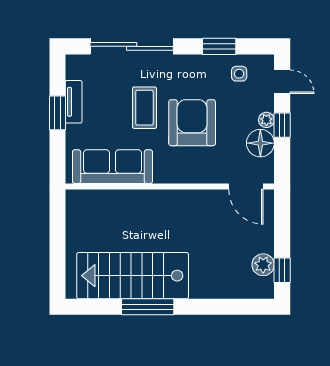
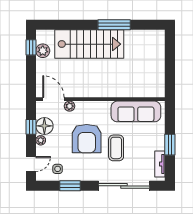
door: (282, 82) -> (31, 164), swing flipped
tv unit: (74, 102) -> (160, 164), moved
window: (282, 125) -> (31, 127), moved
plant: (220, 175) -> (70, 106), added
stairs: (133, 276) -> (89, 44), moved

